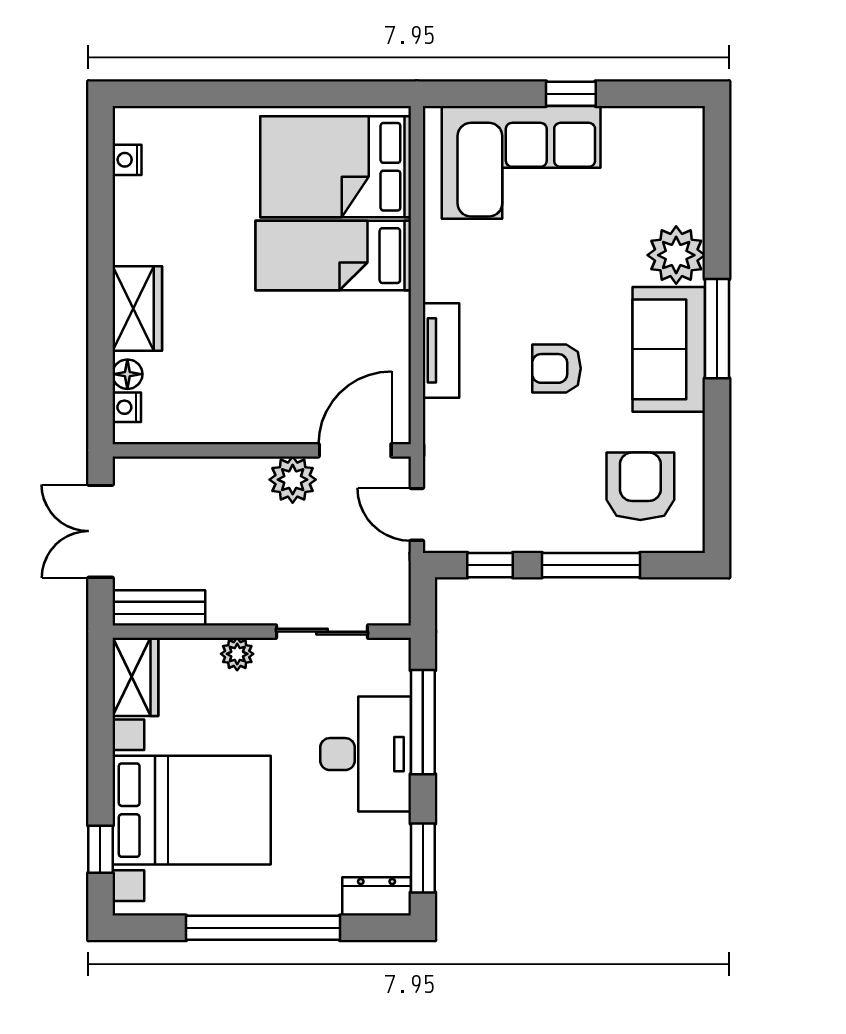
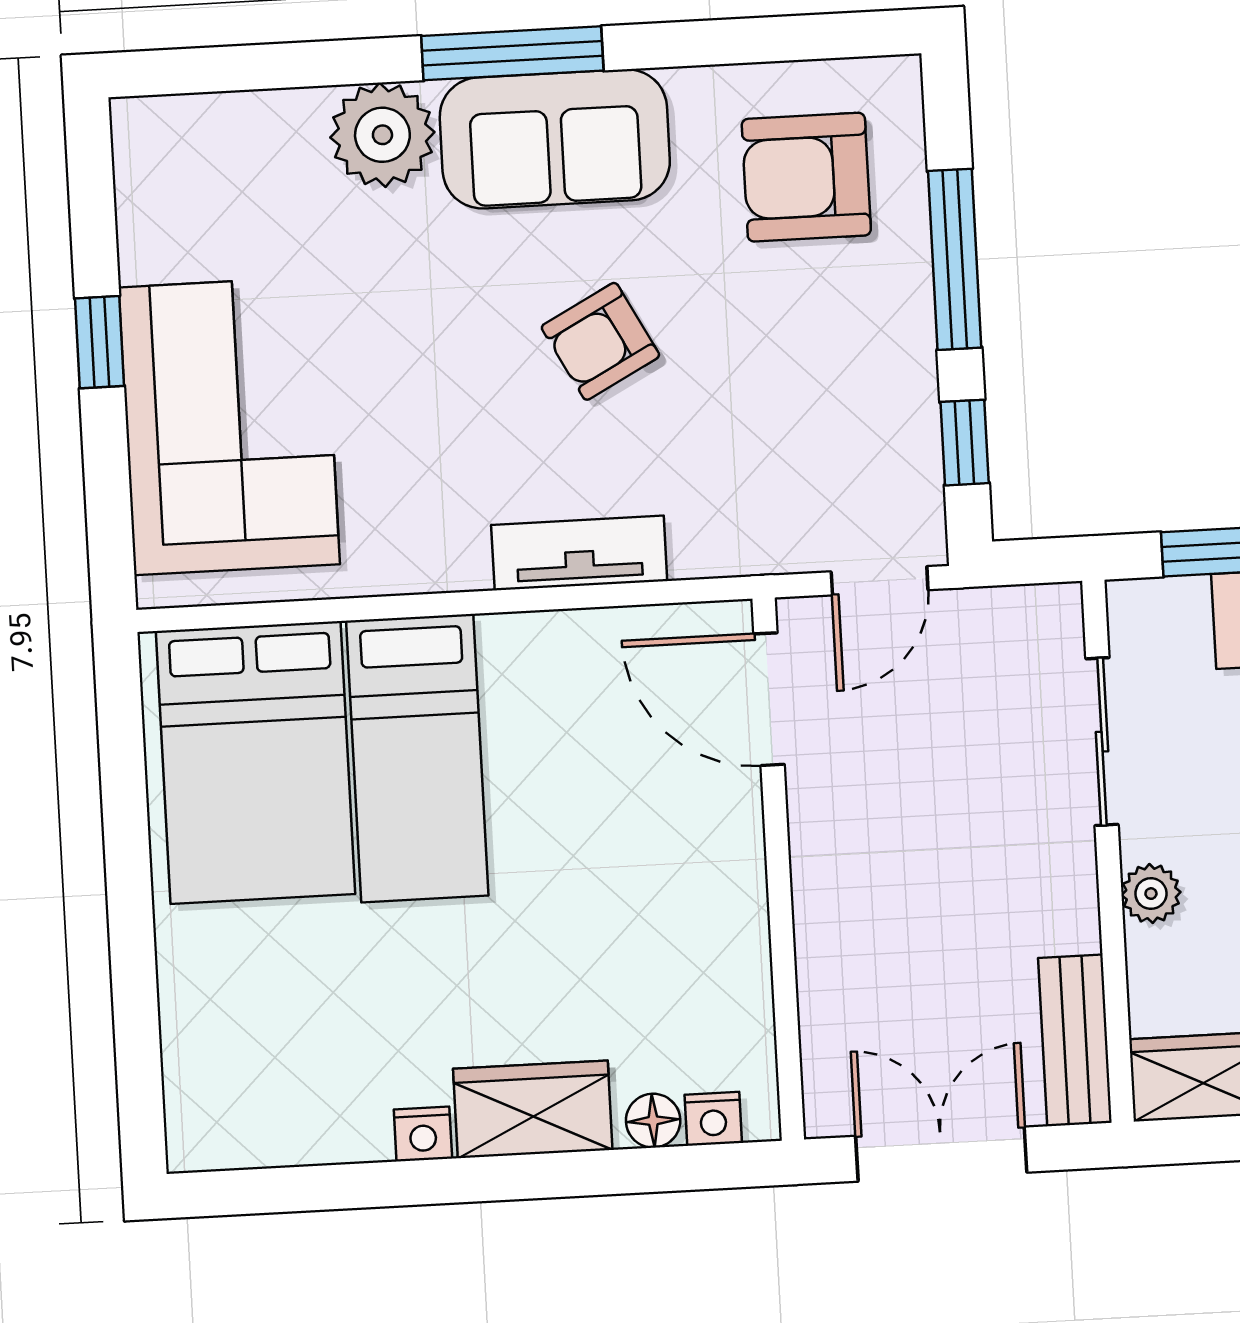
nightstand: (127, 160) -> (423, 1134), moved
armchair: (556, 368) -> (600, 341), turned 62
plant: (293, 480) -> (828, 810), removed
double door: (100, 531) -> (941, 1154), swing flipped

